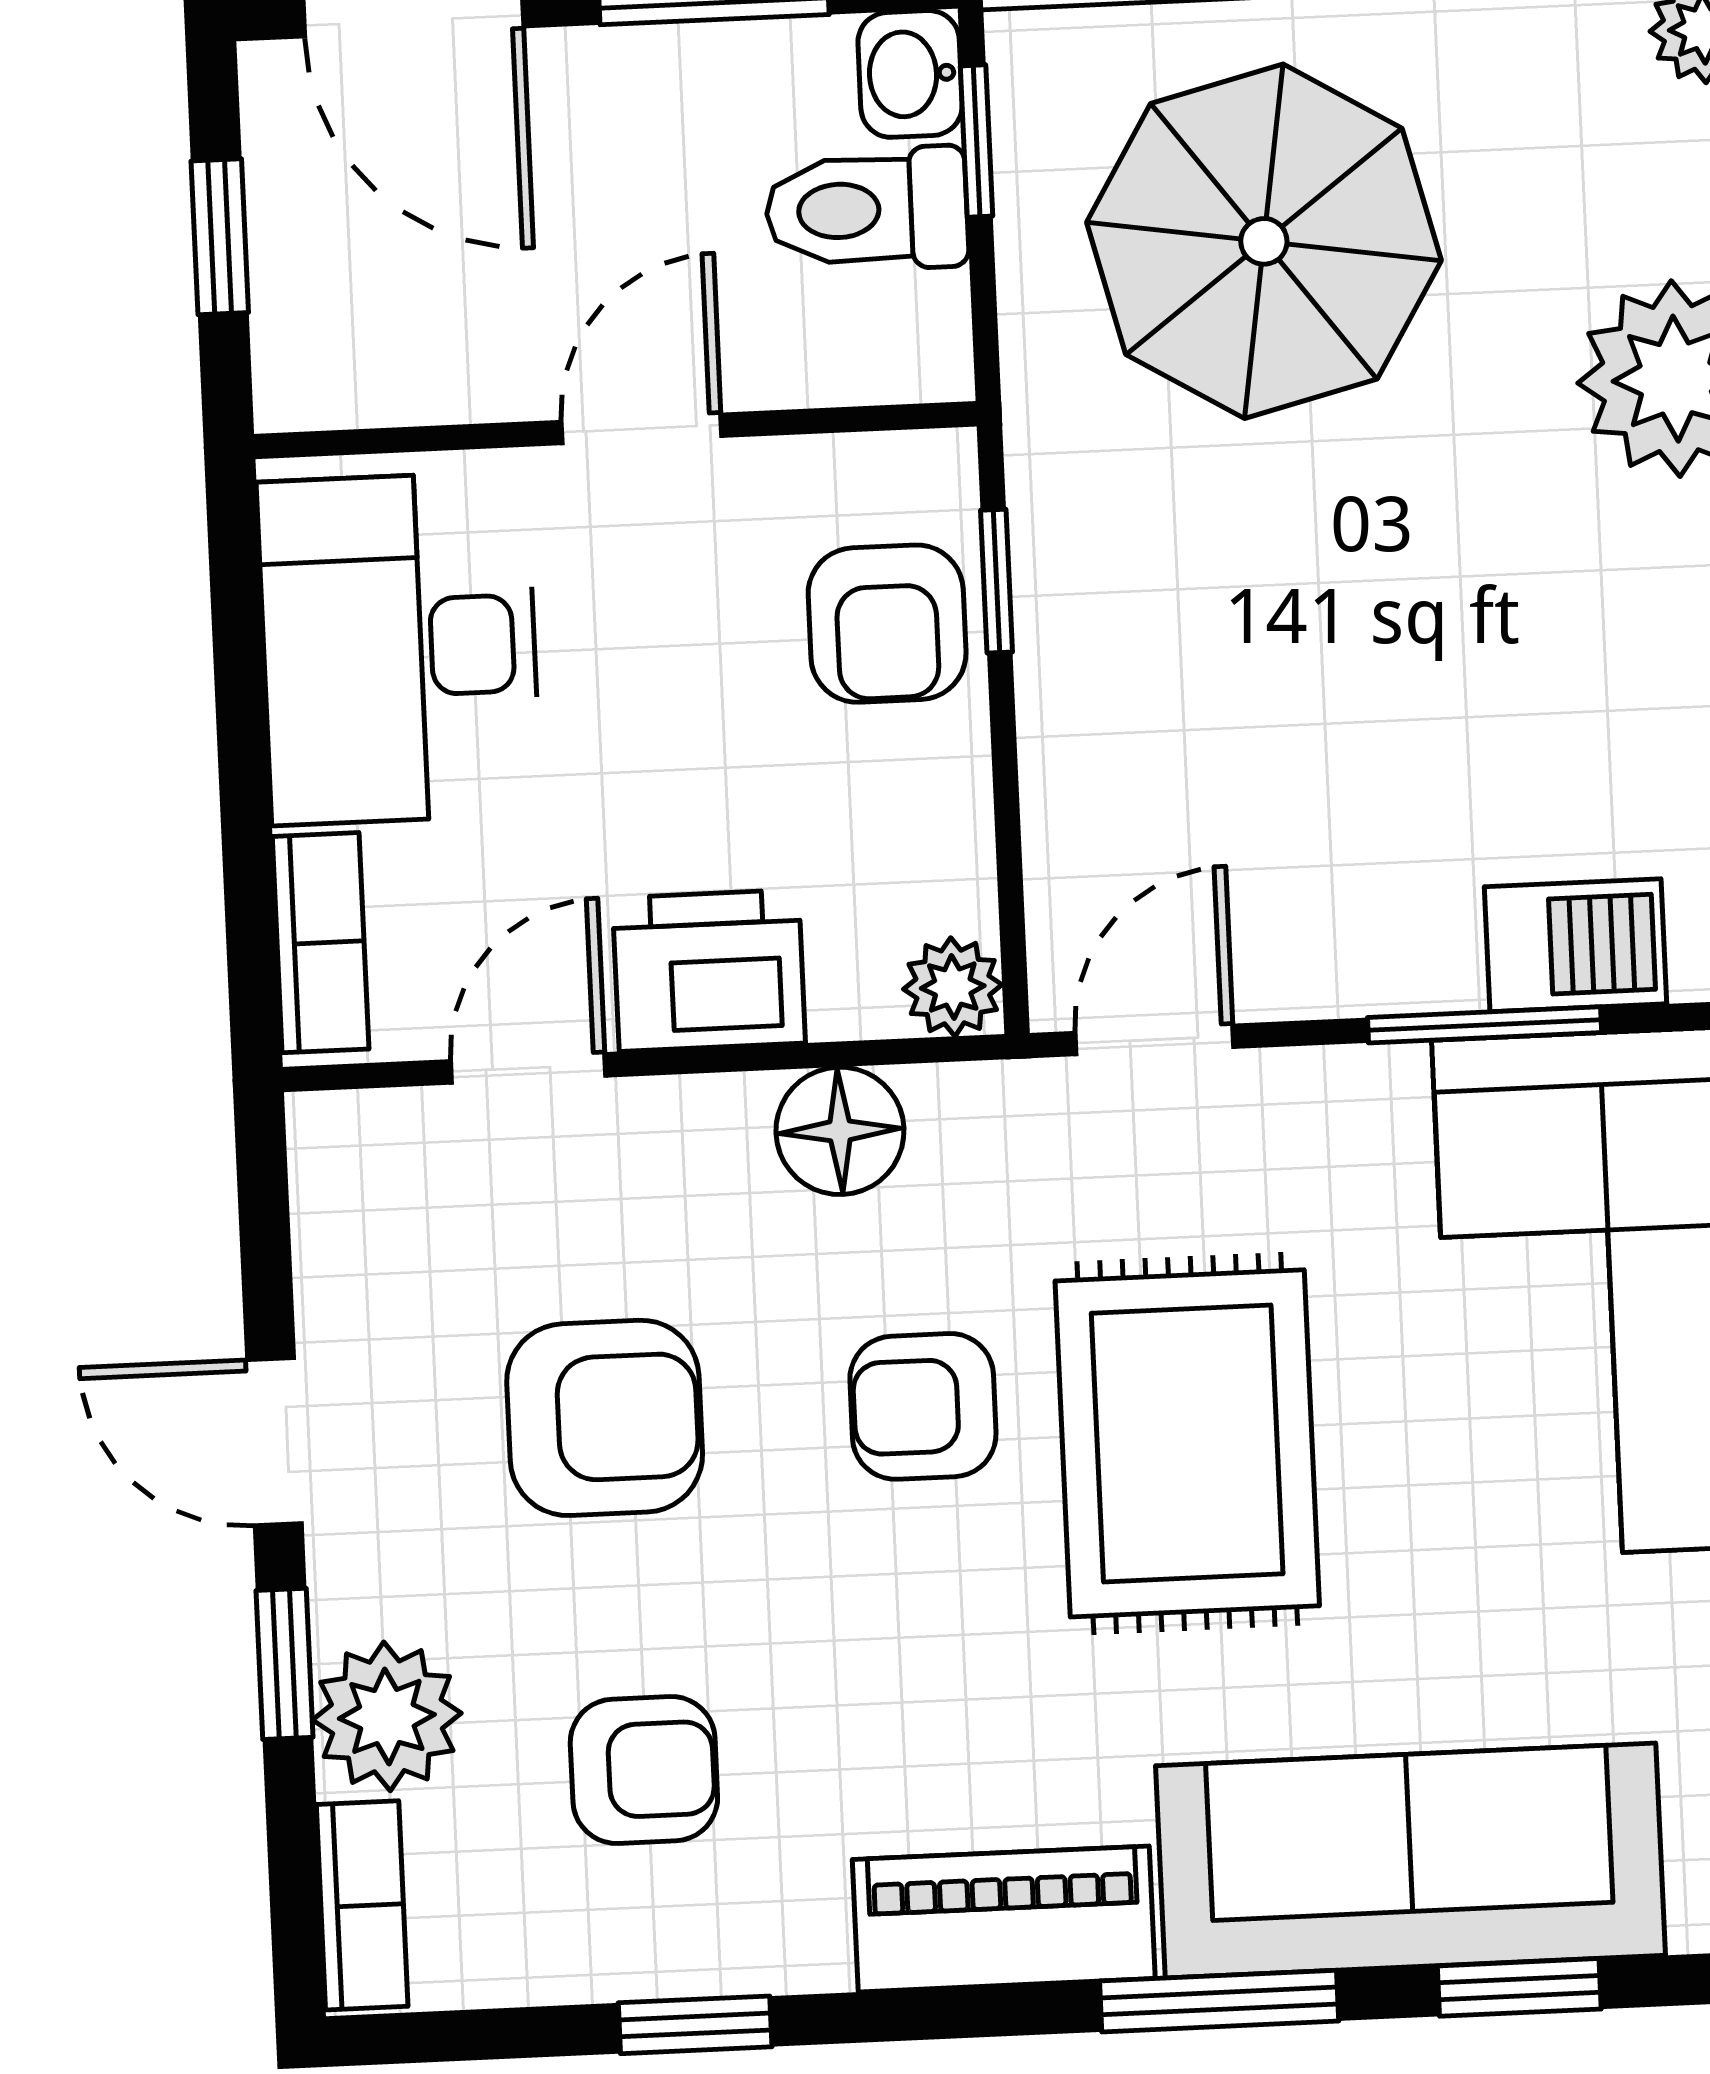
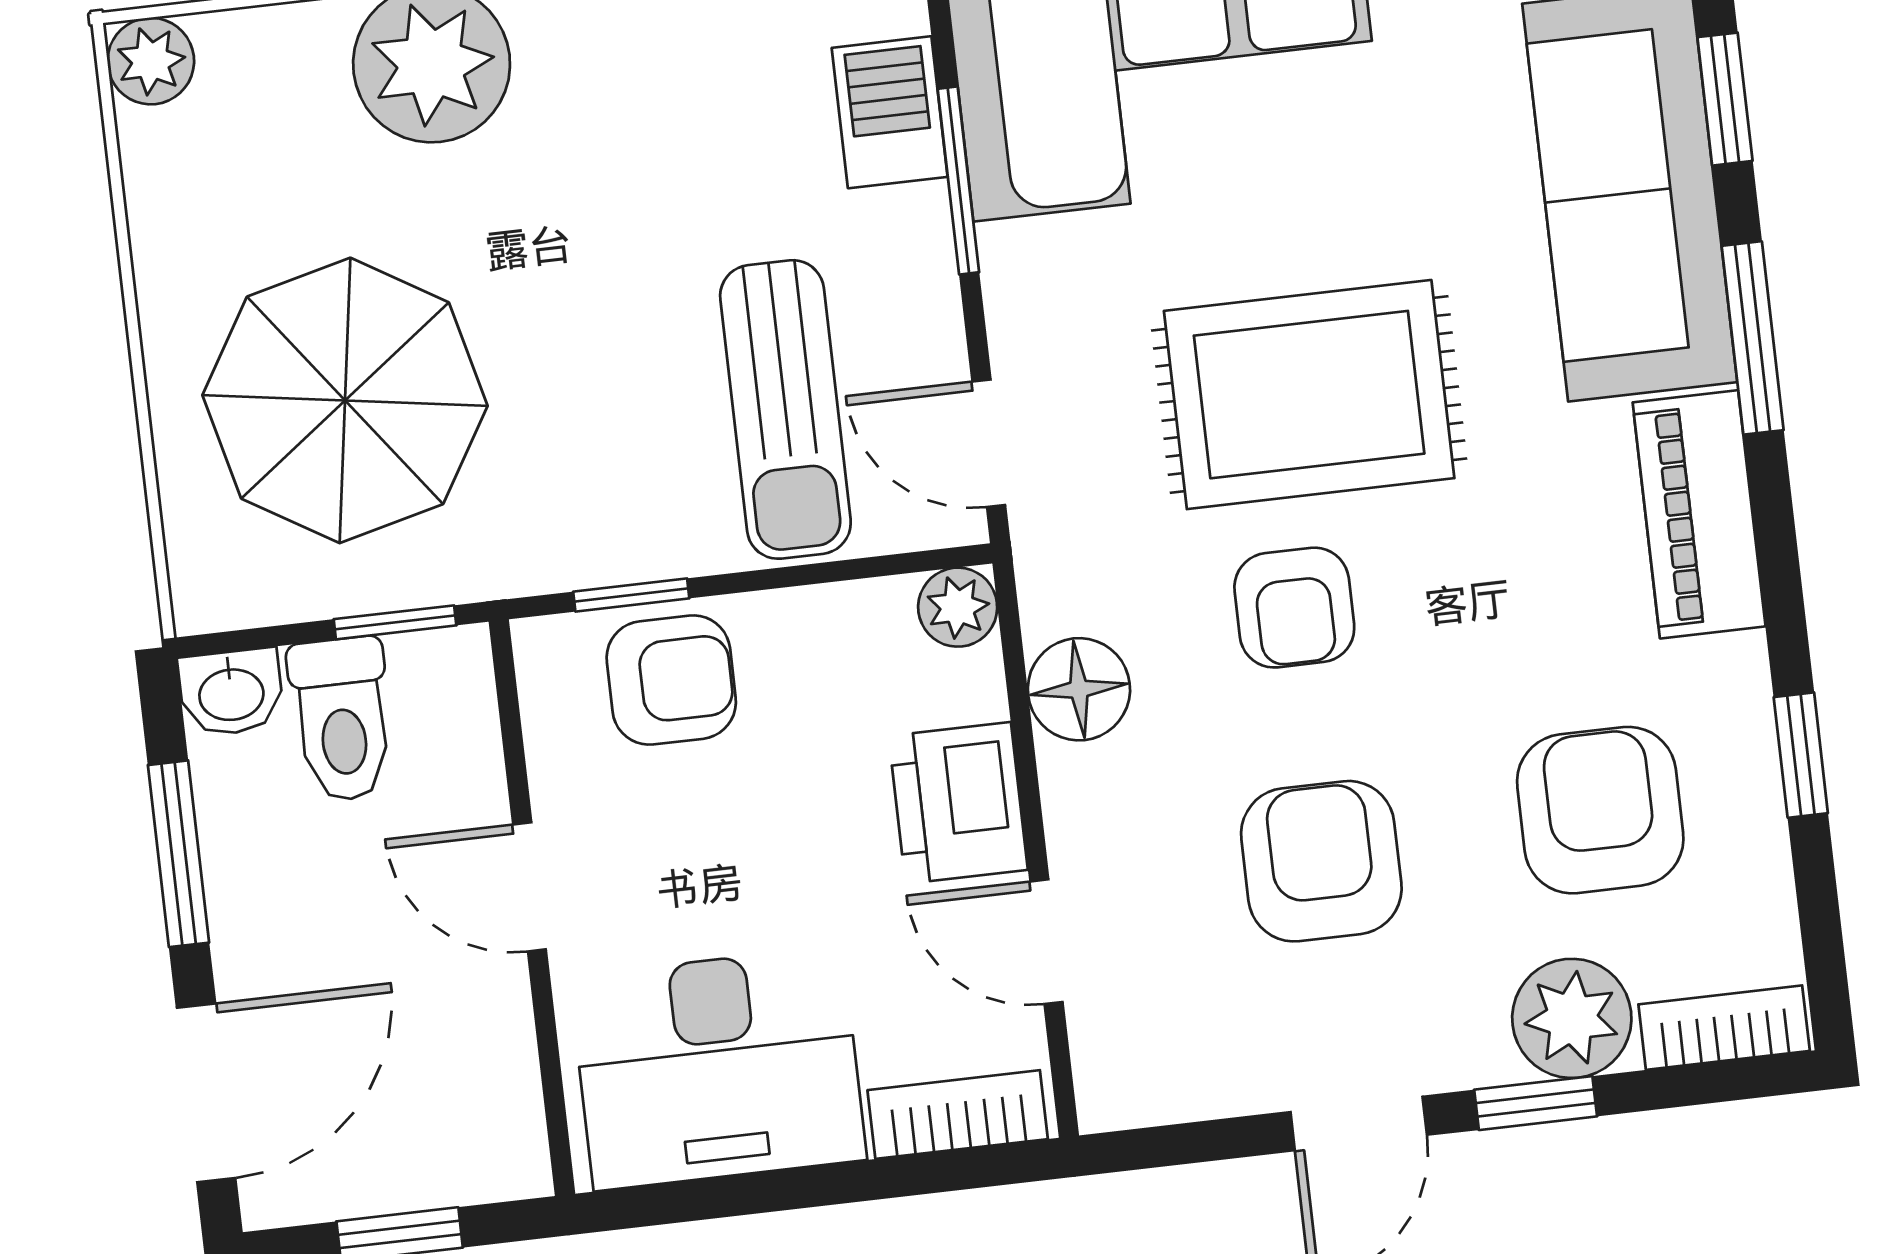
window: (976, 141) -> (395, 622), moved
sun lounger: (1214, 789) -> (785, 409), added
armchair: (644, 1770) -> (1600, 810), width x1.38, depth x1.38

